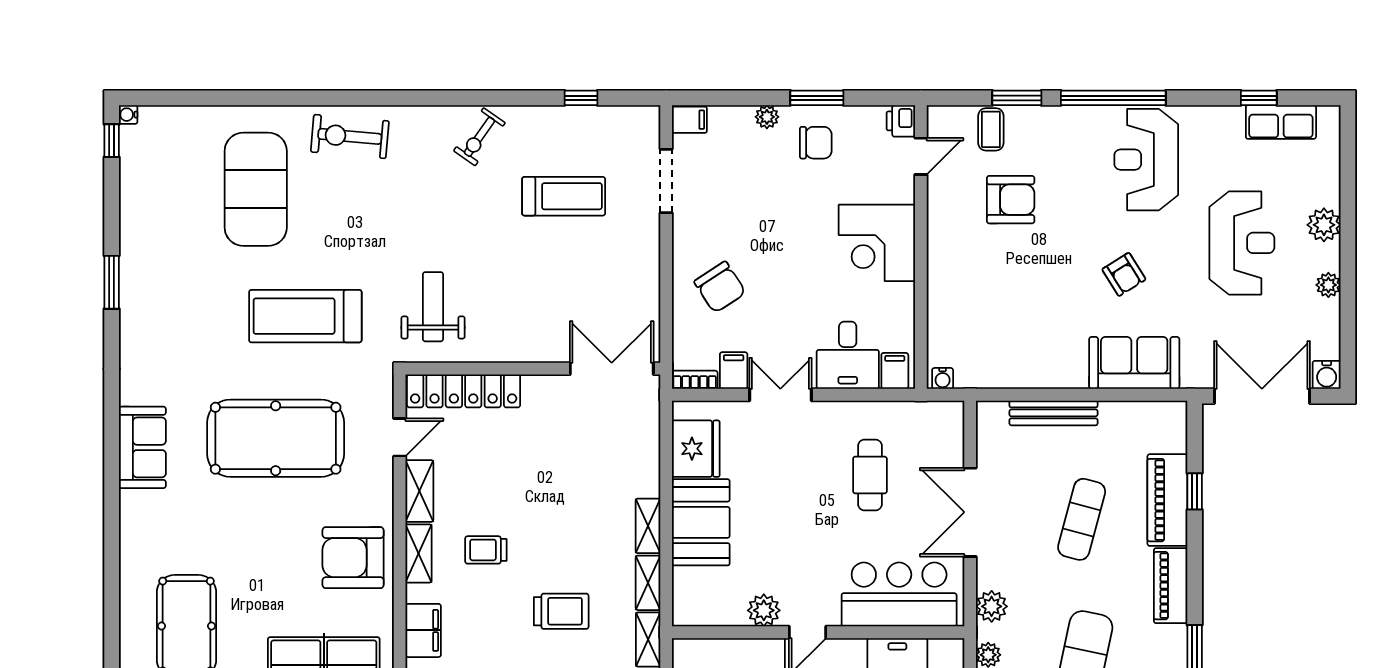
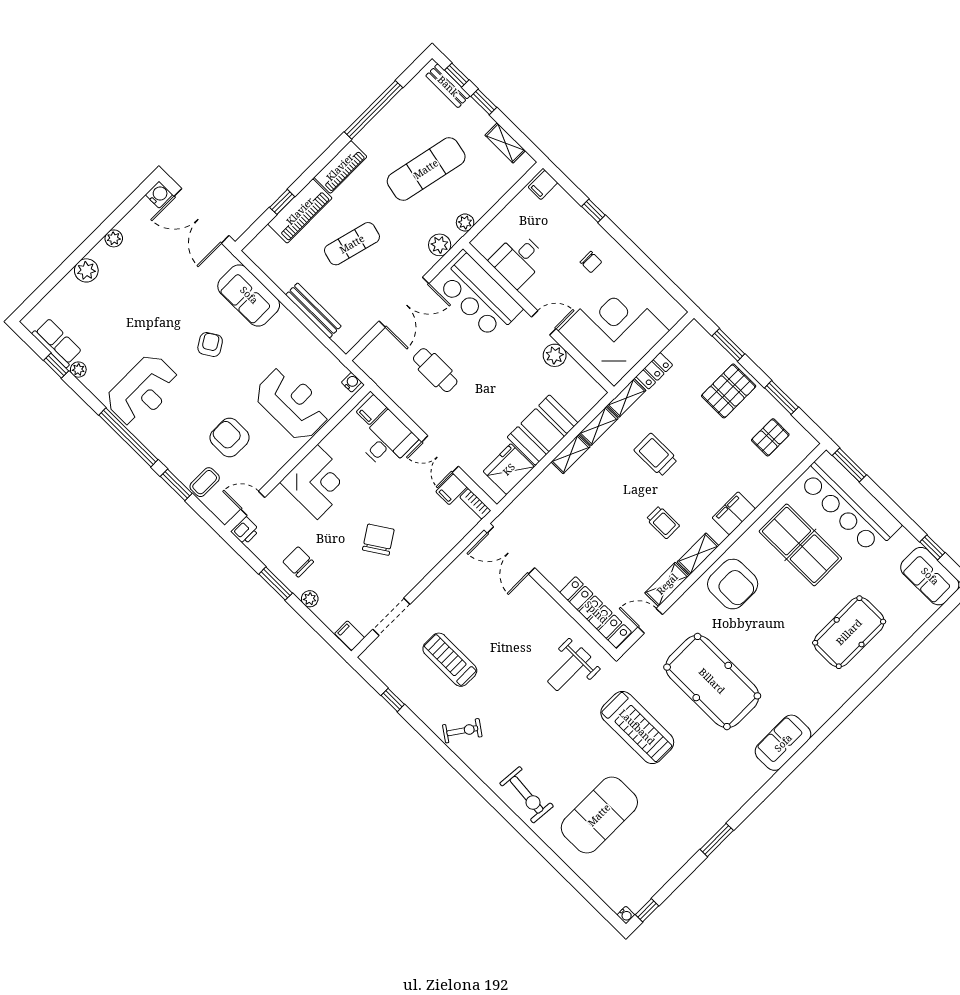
plant: (1232, 116) -> (78, 370), added
reception desk: (1242, 243) -> (292, 404), moved, turned 90
chair: (720, 287) -> (378, 540), moved
cafe table: (870, 475) -> (435, 370), turned 90

